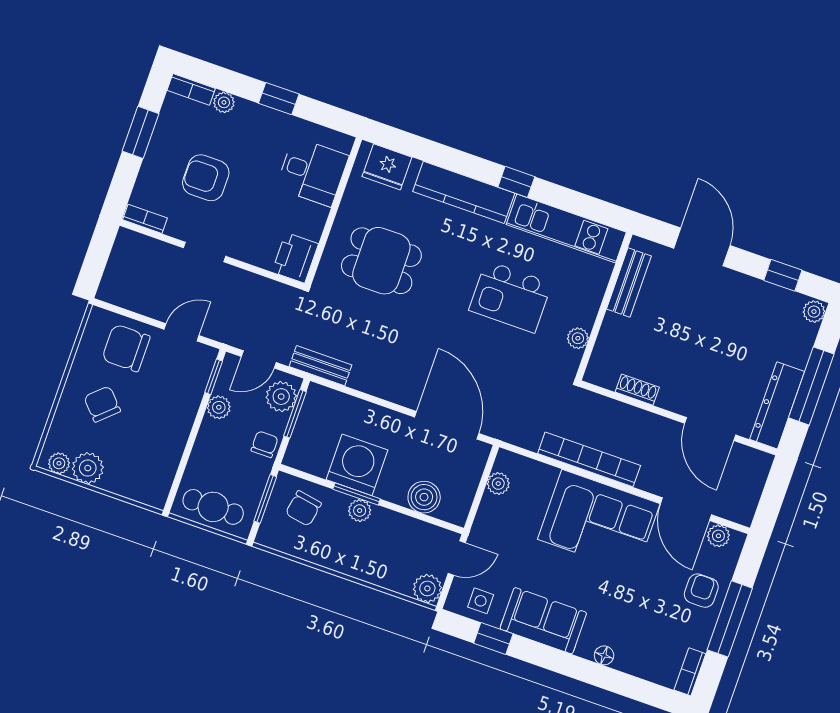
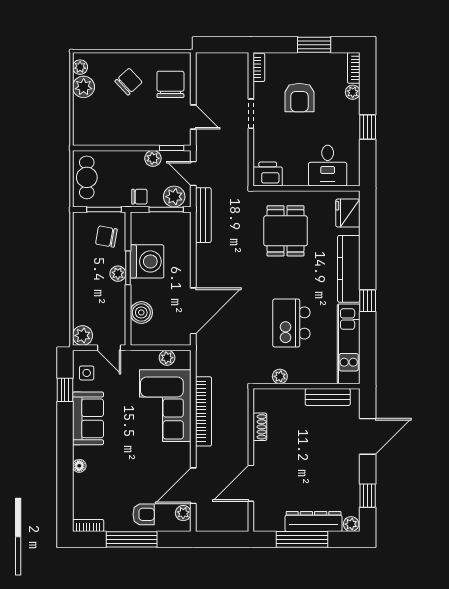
armchair: (206, 178) -> (299, 98), turned 180
bench: (321, 366) -> (203, 215), width x1.36
dresser: (777, 405) -> (314, 522), moved
corner sofa: (599, 521) -> (165, 406), moved

